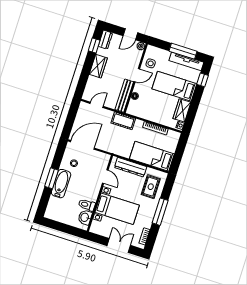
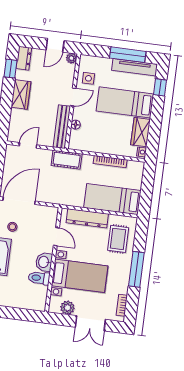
washbasin: (85, 217) -> (44, 262), moved
plant: (104, 231) -> (67, 308), added
double door: (119, 245) -> (90, 323), swing flipped

